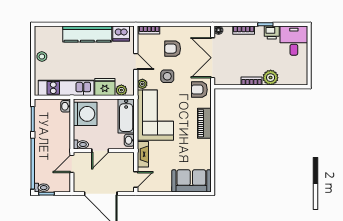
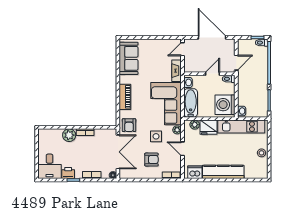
armchair: (199, 90) -> (129, 125), turned 90
sofa: (191, 181) -> (129, 58), moved, turned -90

